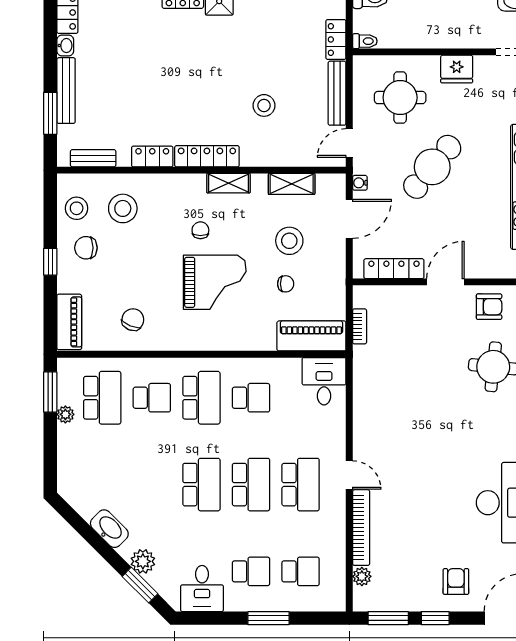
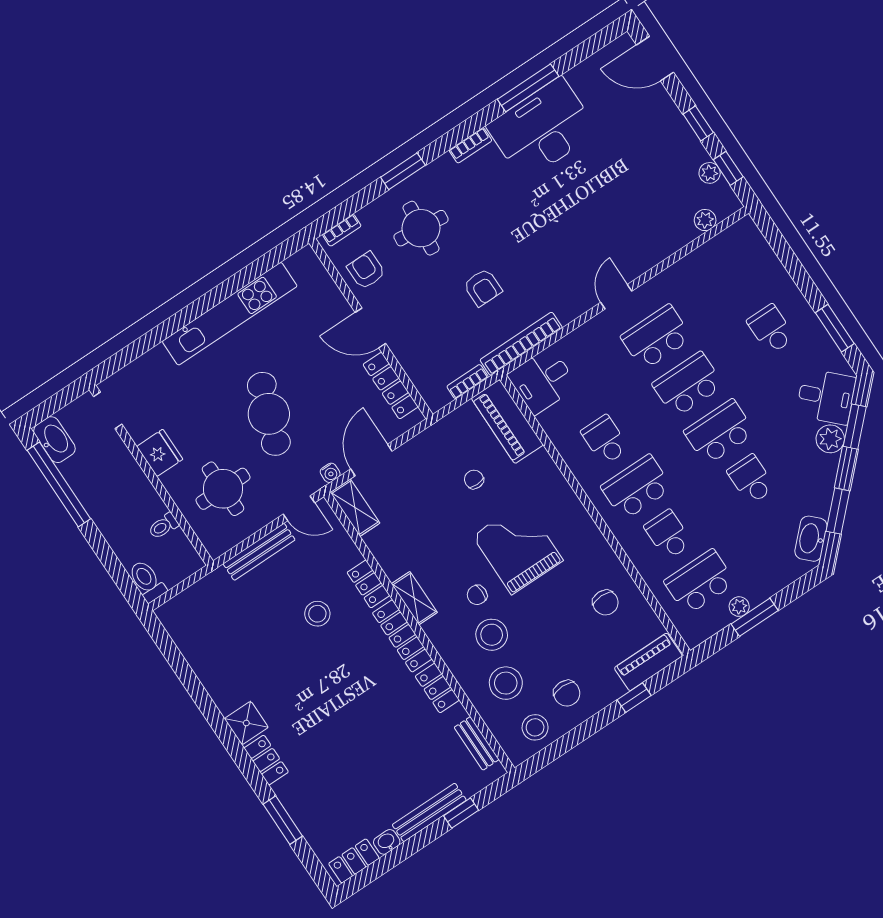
locker: (336, 39) -> (368, 584), moved, turned 90
toilet: (365, 41) -> (163, 526), moved, turned -90
window: (50, 113) -> (461, 813), width x0.67
cafe table: (432, 167) -> (269, 414), turned 70
shelving: (292, 184) -> (355, 508), moved
door: (349, 219) -> (371, 460), hinge flipped
stool: (289, 241) -> (492, 635), moved
window: (50, 262) -> (634, 698), moved
chair: (133, 320) -> (606, 603), turned -113
window: (50, 392) -> (755, 617), moved
bookcase: (361, 528) -> (521, 344), moved
washbasin: (109, 529) -> (811, 539), moved
window: (87, 532) -> (838, 511), added
school desk: (301, 571) -> (751, 479), moved
armchair: (456, 581) -> (483, 287), moved, turned -90
desk: (202, 588) -> (826, 397), moved, turned 45
plant: (394, 602) -> (710, 173), added
window: (268, 618) -> (835, 328), moved
window: (388, 618) -> (728, 168), width x0.67

